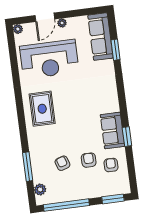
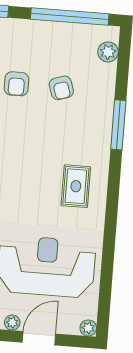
rug: (42, 109) -> (76, 186), width x0.73, depth x0.70
window: (28, 167) -> (118, 125), moved

